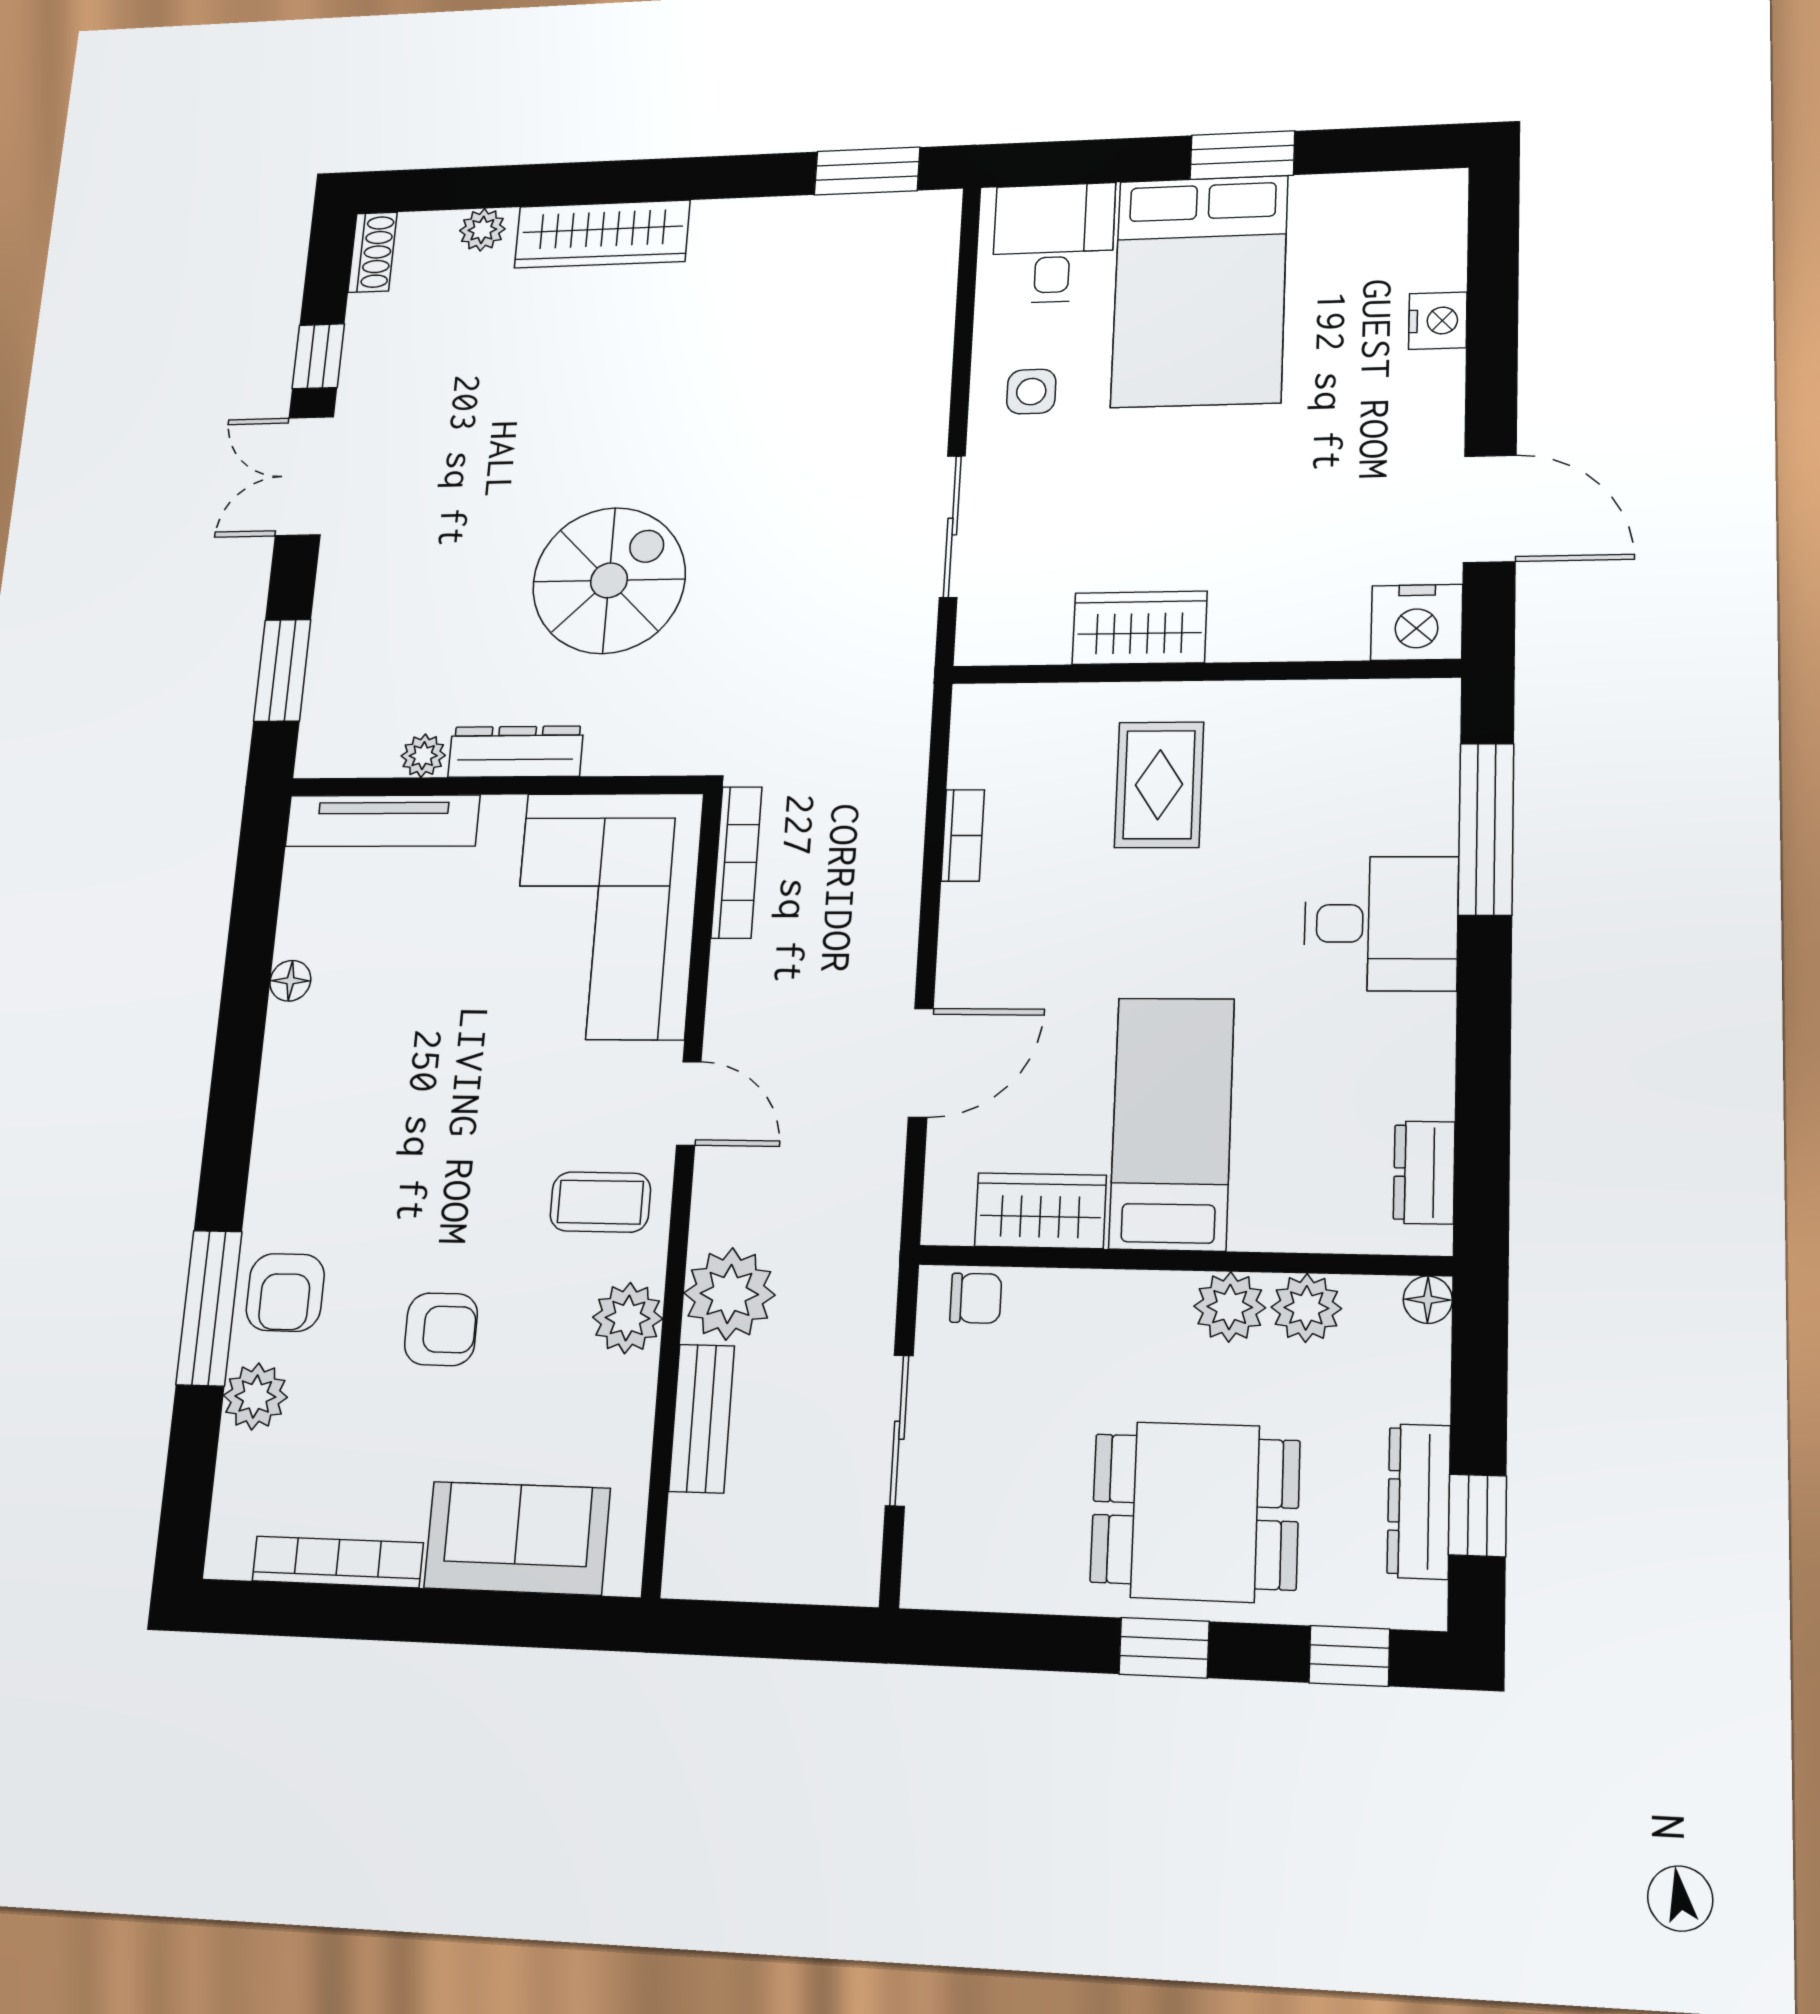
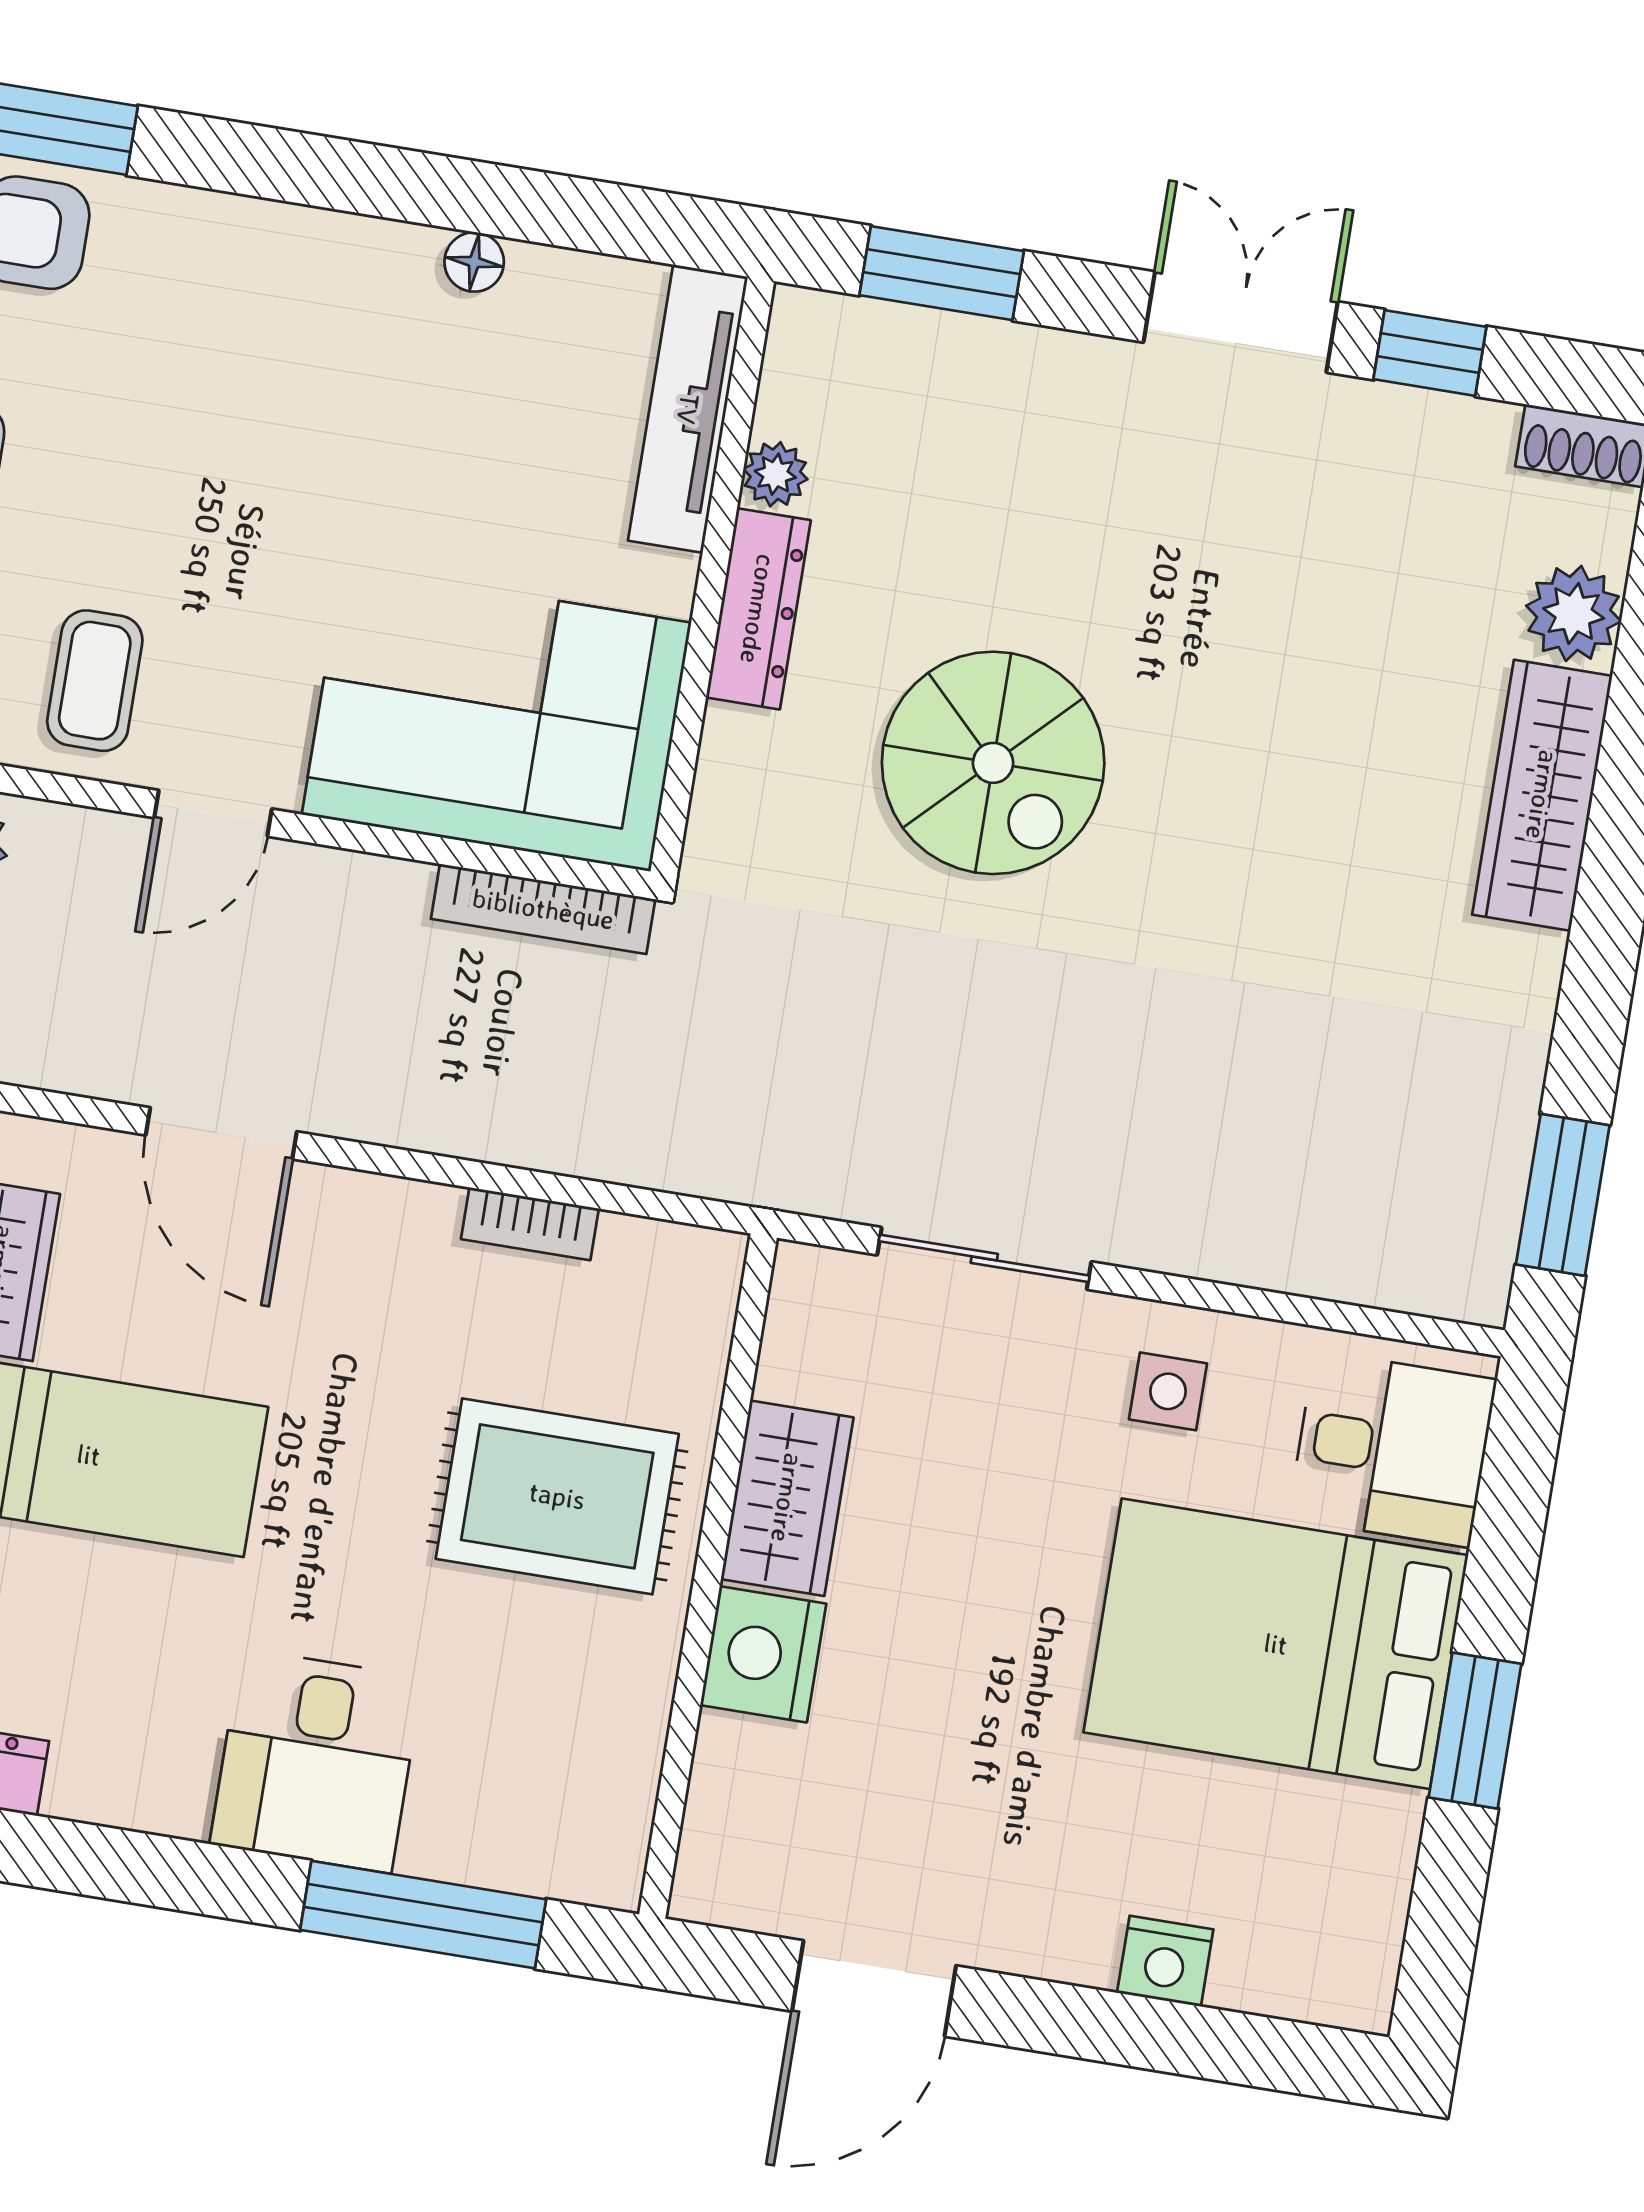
plant: (482, 230) -> (1574, 613), width x1.38, depth x1.38
nightstand: (1417, 622) -> (763, 1654), moved
rug: (1159, 785) -> (557, 1496), width x1.36, depth x1.43

